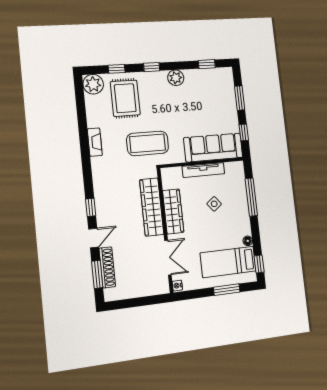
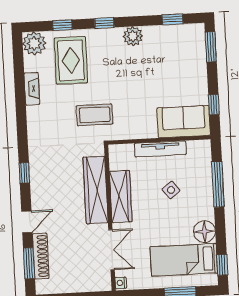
window: (240, 98) -> (211, 47), moved
fireplace: (95, 142) -> (32, 89), moved
coffee table: (148, 143) -> (95, 115), width x0.73, depth x0.76
sofa: (213, 148) -> (184, 122), width x0.73
window: (91, 207) -> (24, 173), moved
floor lamp: (248, 241) -> (204, 232), width x1.89, depth x1.89

